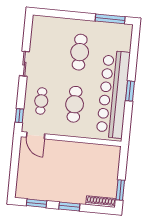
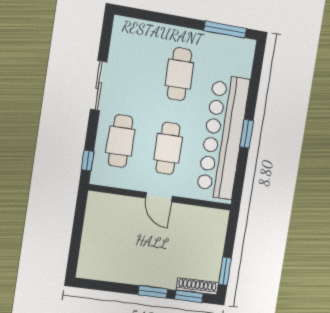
sliding door: (24, 64) -> (99, 86), width x1.37
cafe table: (41, 101) -> (121, 141), width x1.37, depth x1.35
door: (36, 136) -> (159, 197), moved
window: (36, 203) -> (189, 296), moved

